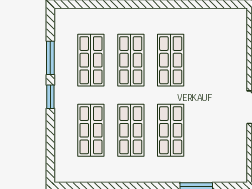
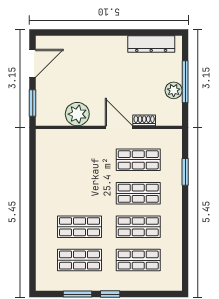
shop shelf: (171, 60) -> (138, 160), moved

